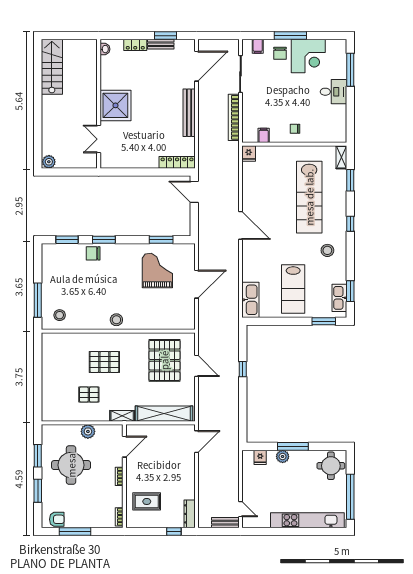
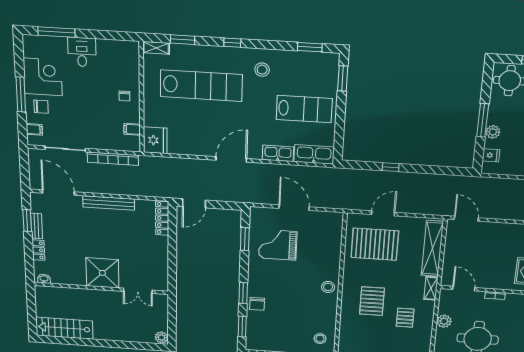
fridge: (249, 154) -> (155, 140), width x1.88, depth x1.34
kitchen sink: (339, 298) -> (278, 153), moved, turned 180

